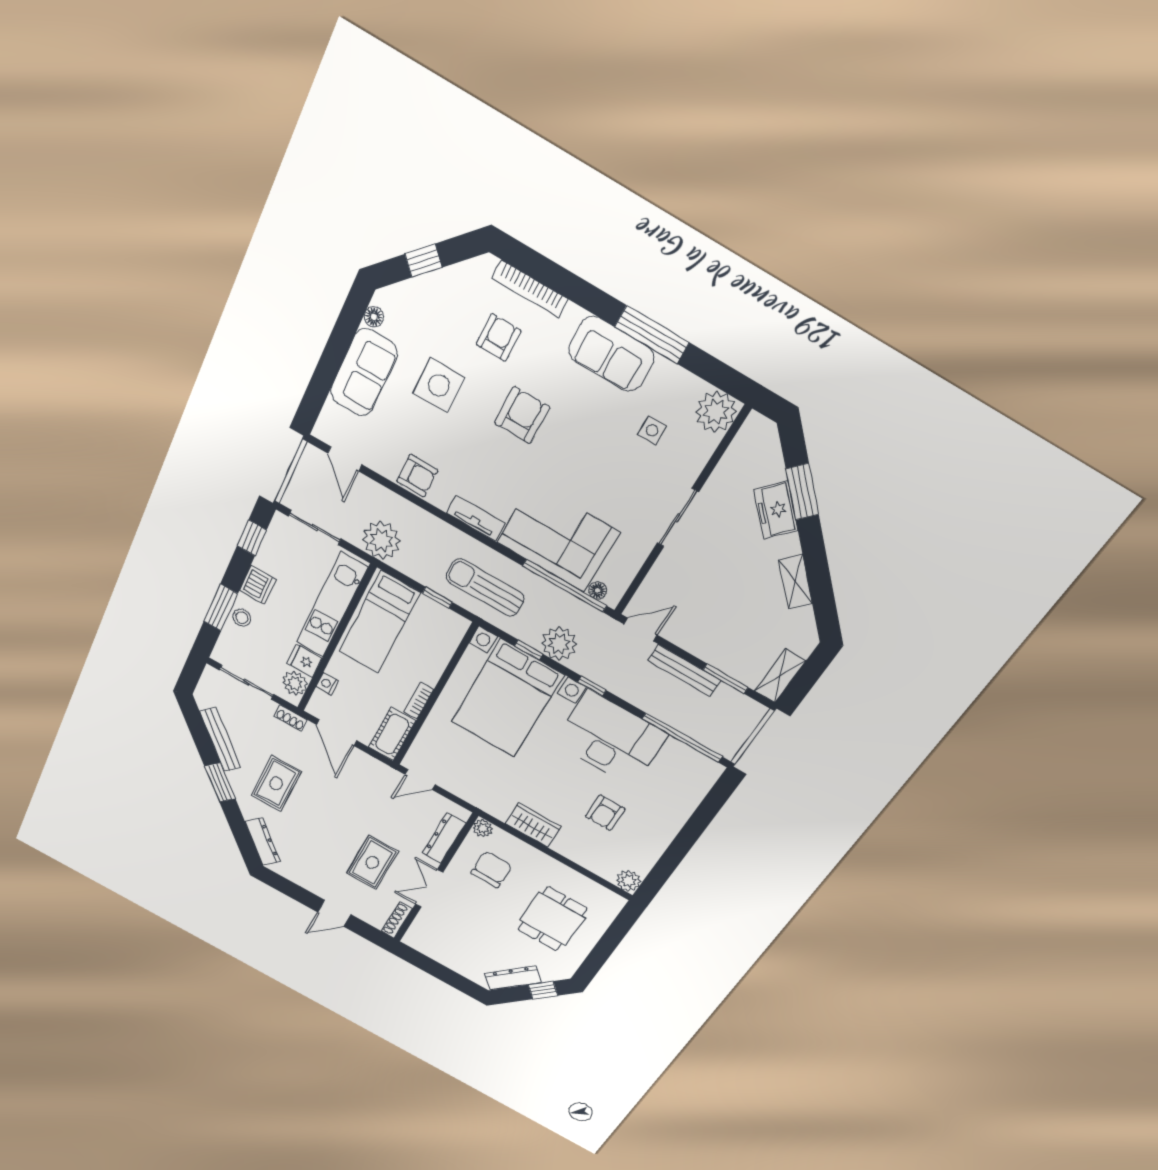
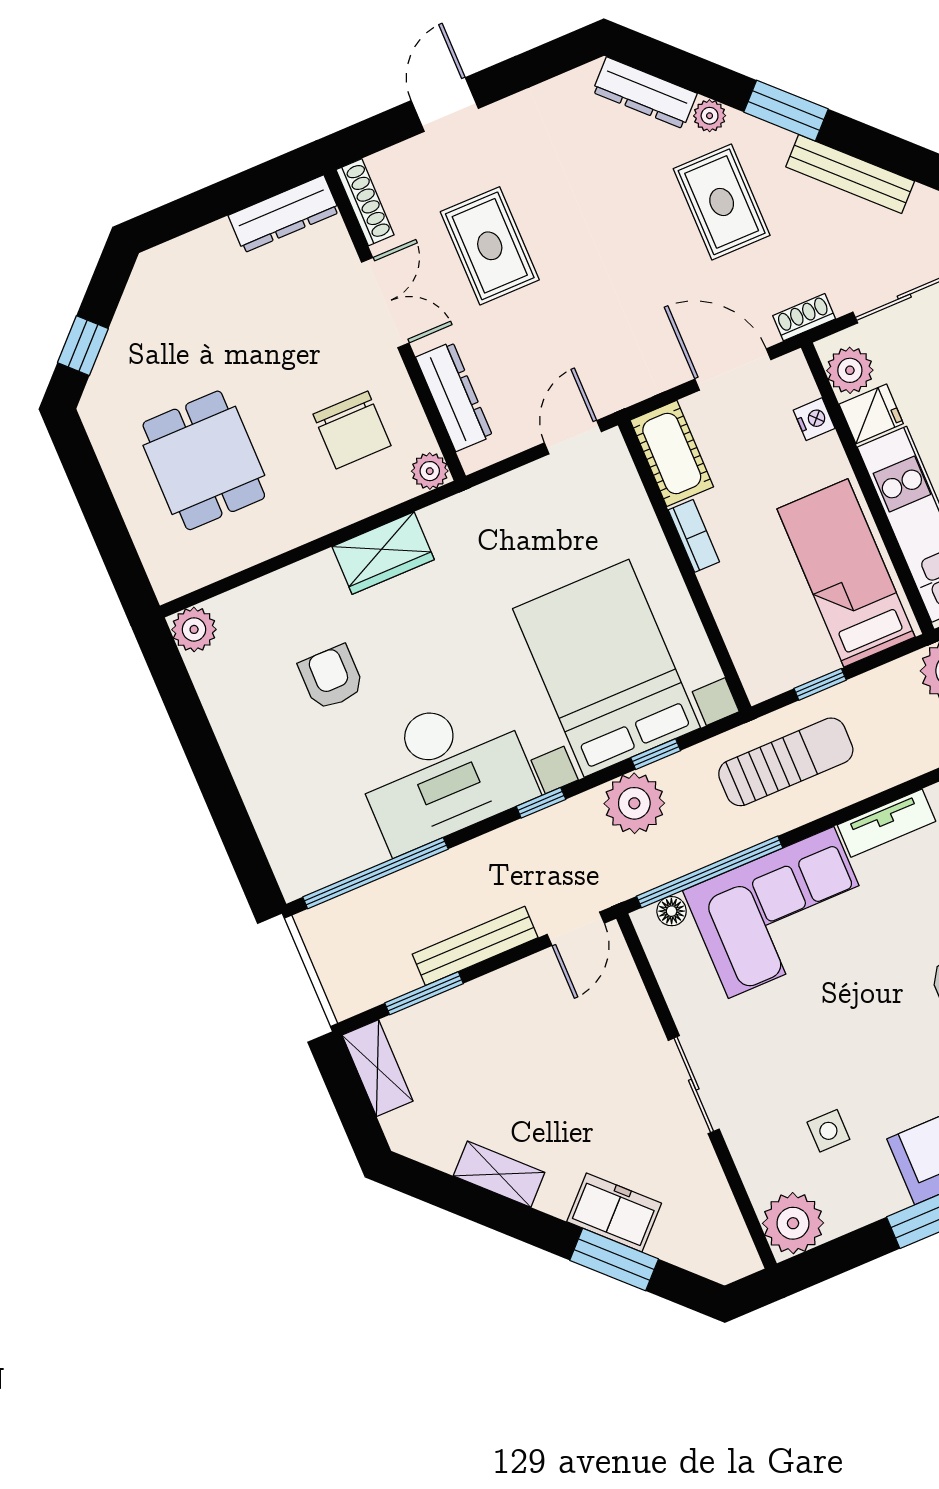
plant: (249, 811) -> (710, 116), added
dresser: (513, 978) -> (284, 214), moved, turned 45

